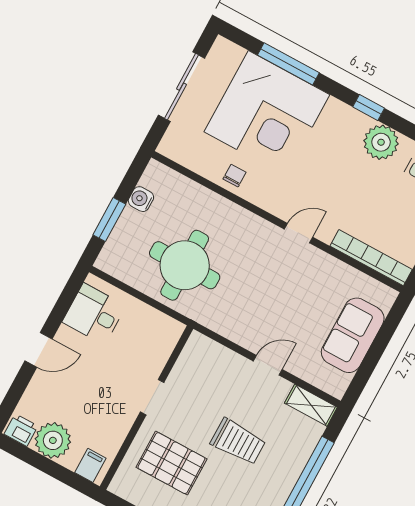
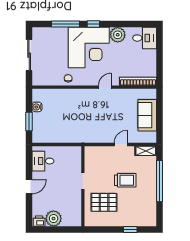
window: (369, 108) -> (93, 24), moved
corner desk: (267, 113) -> (89, 48), moved
round table: (185, 265) -> (68, 123), removed
filing cabinet: (90, 465) -> (73, 220), removed

